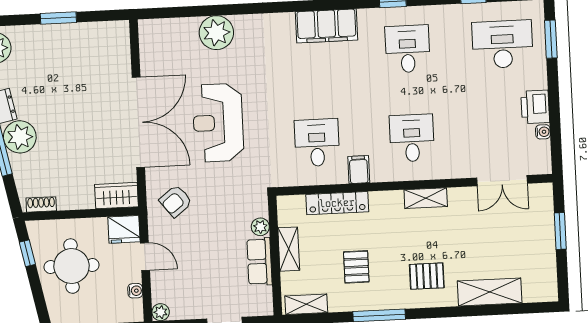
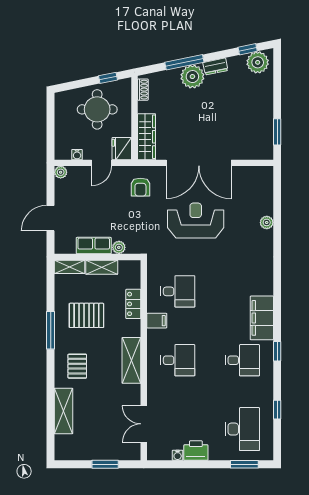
window: (58, 18) -> (277, 132), moved
filing cabinet: (326, 26) -> (262, 318), moved
plant: (216, 33) -> (267, 222), width x0.53, depth x0.53
wardrobe: (117, 196) -> (147, 137), width x1.50
shelving: (426, 198) -> (131, 360), width x1.50, depth x1.33
armchair: (176, 201) -> (140, 187), turned -142
locker: (337, 203) -> (133, 304), width x0.66
pallet: (356, 267) -> (86, 315), width x1.50, depth x1.42
shelving: (306, 304) -> (70, 267), moved, turned 90

